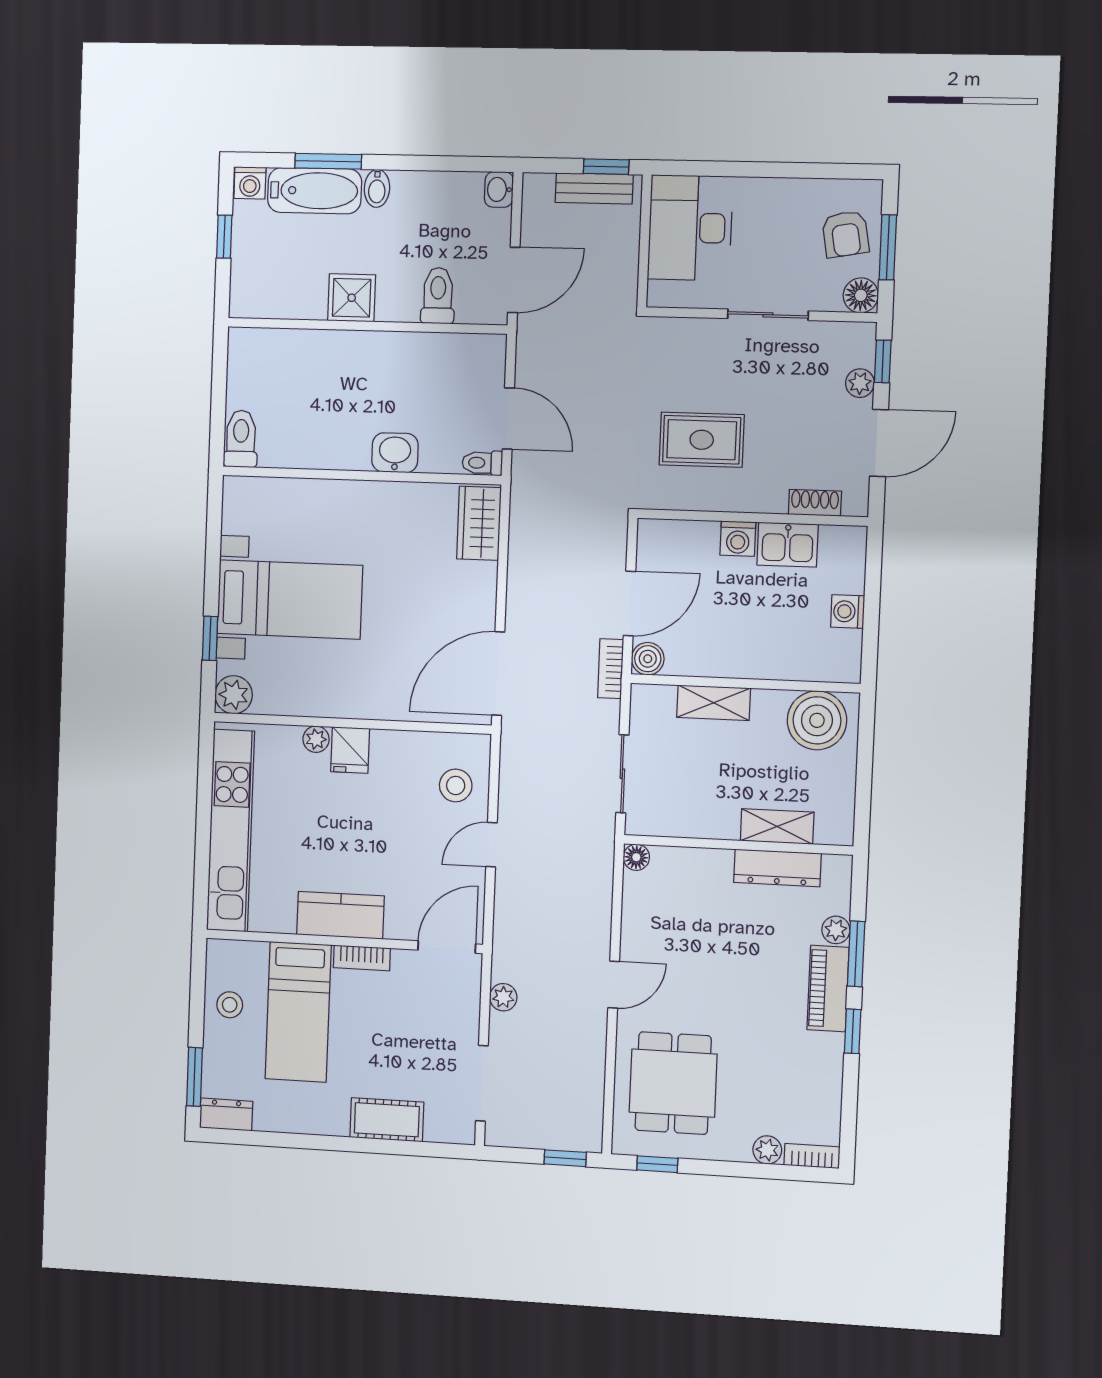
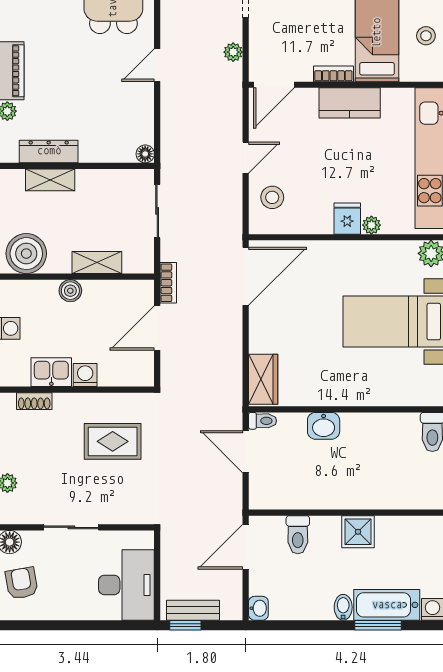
boiler: (648, 659) -> (70, 291), moved

